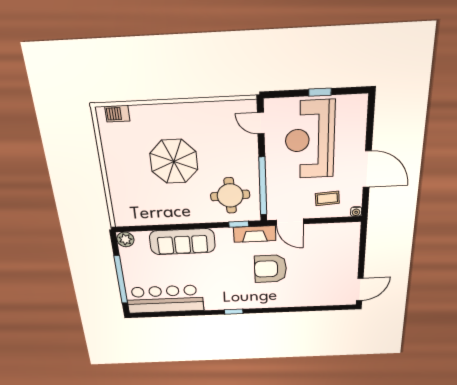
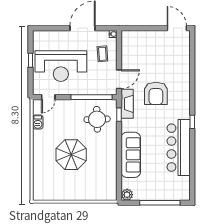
barbecue: (117, 114) -> (38, 122), moved
bar counter: (165, 299) -> (179, 148), moved

